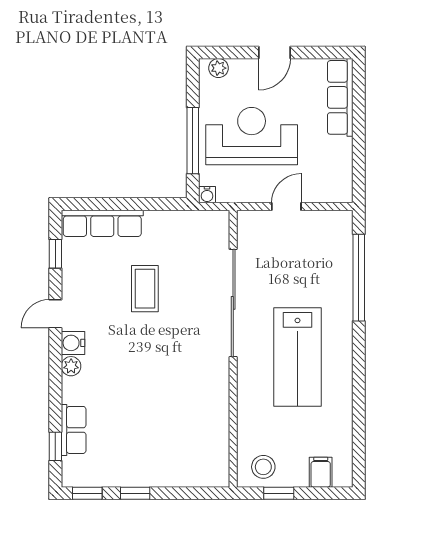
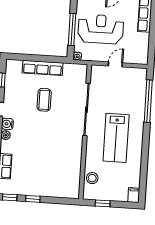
row of seats: (102, 223) -> (43, 68), moved
stool: (263, 467) -> (92, 178), moved
filing cabinet: (321, 472) -> (134, 195), moved

